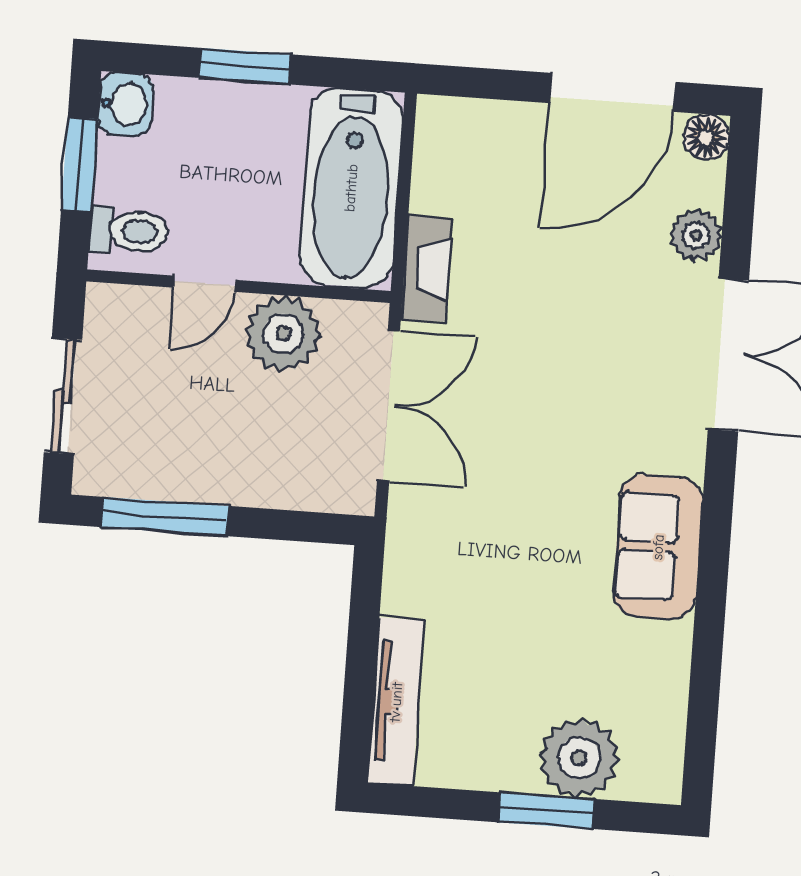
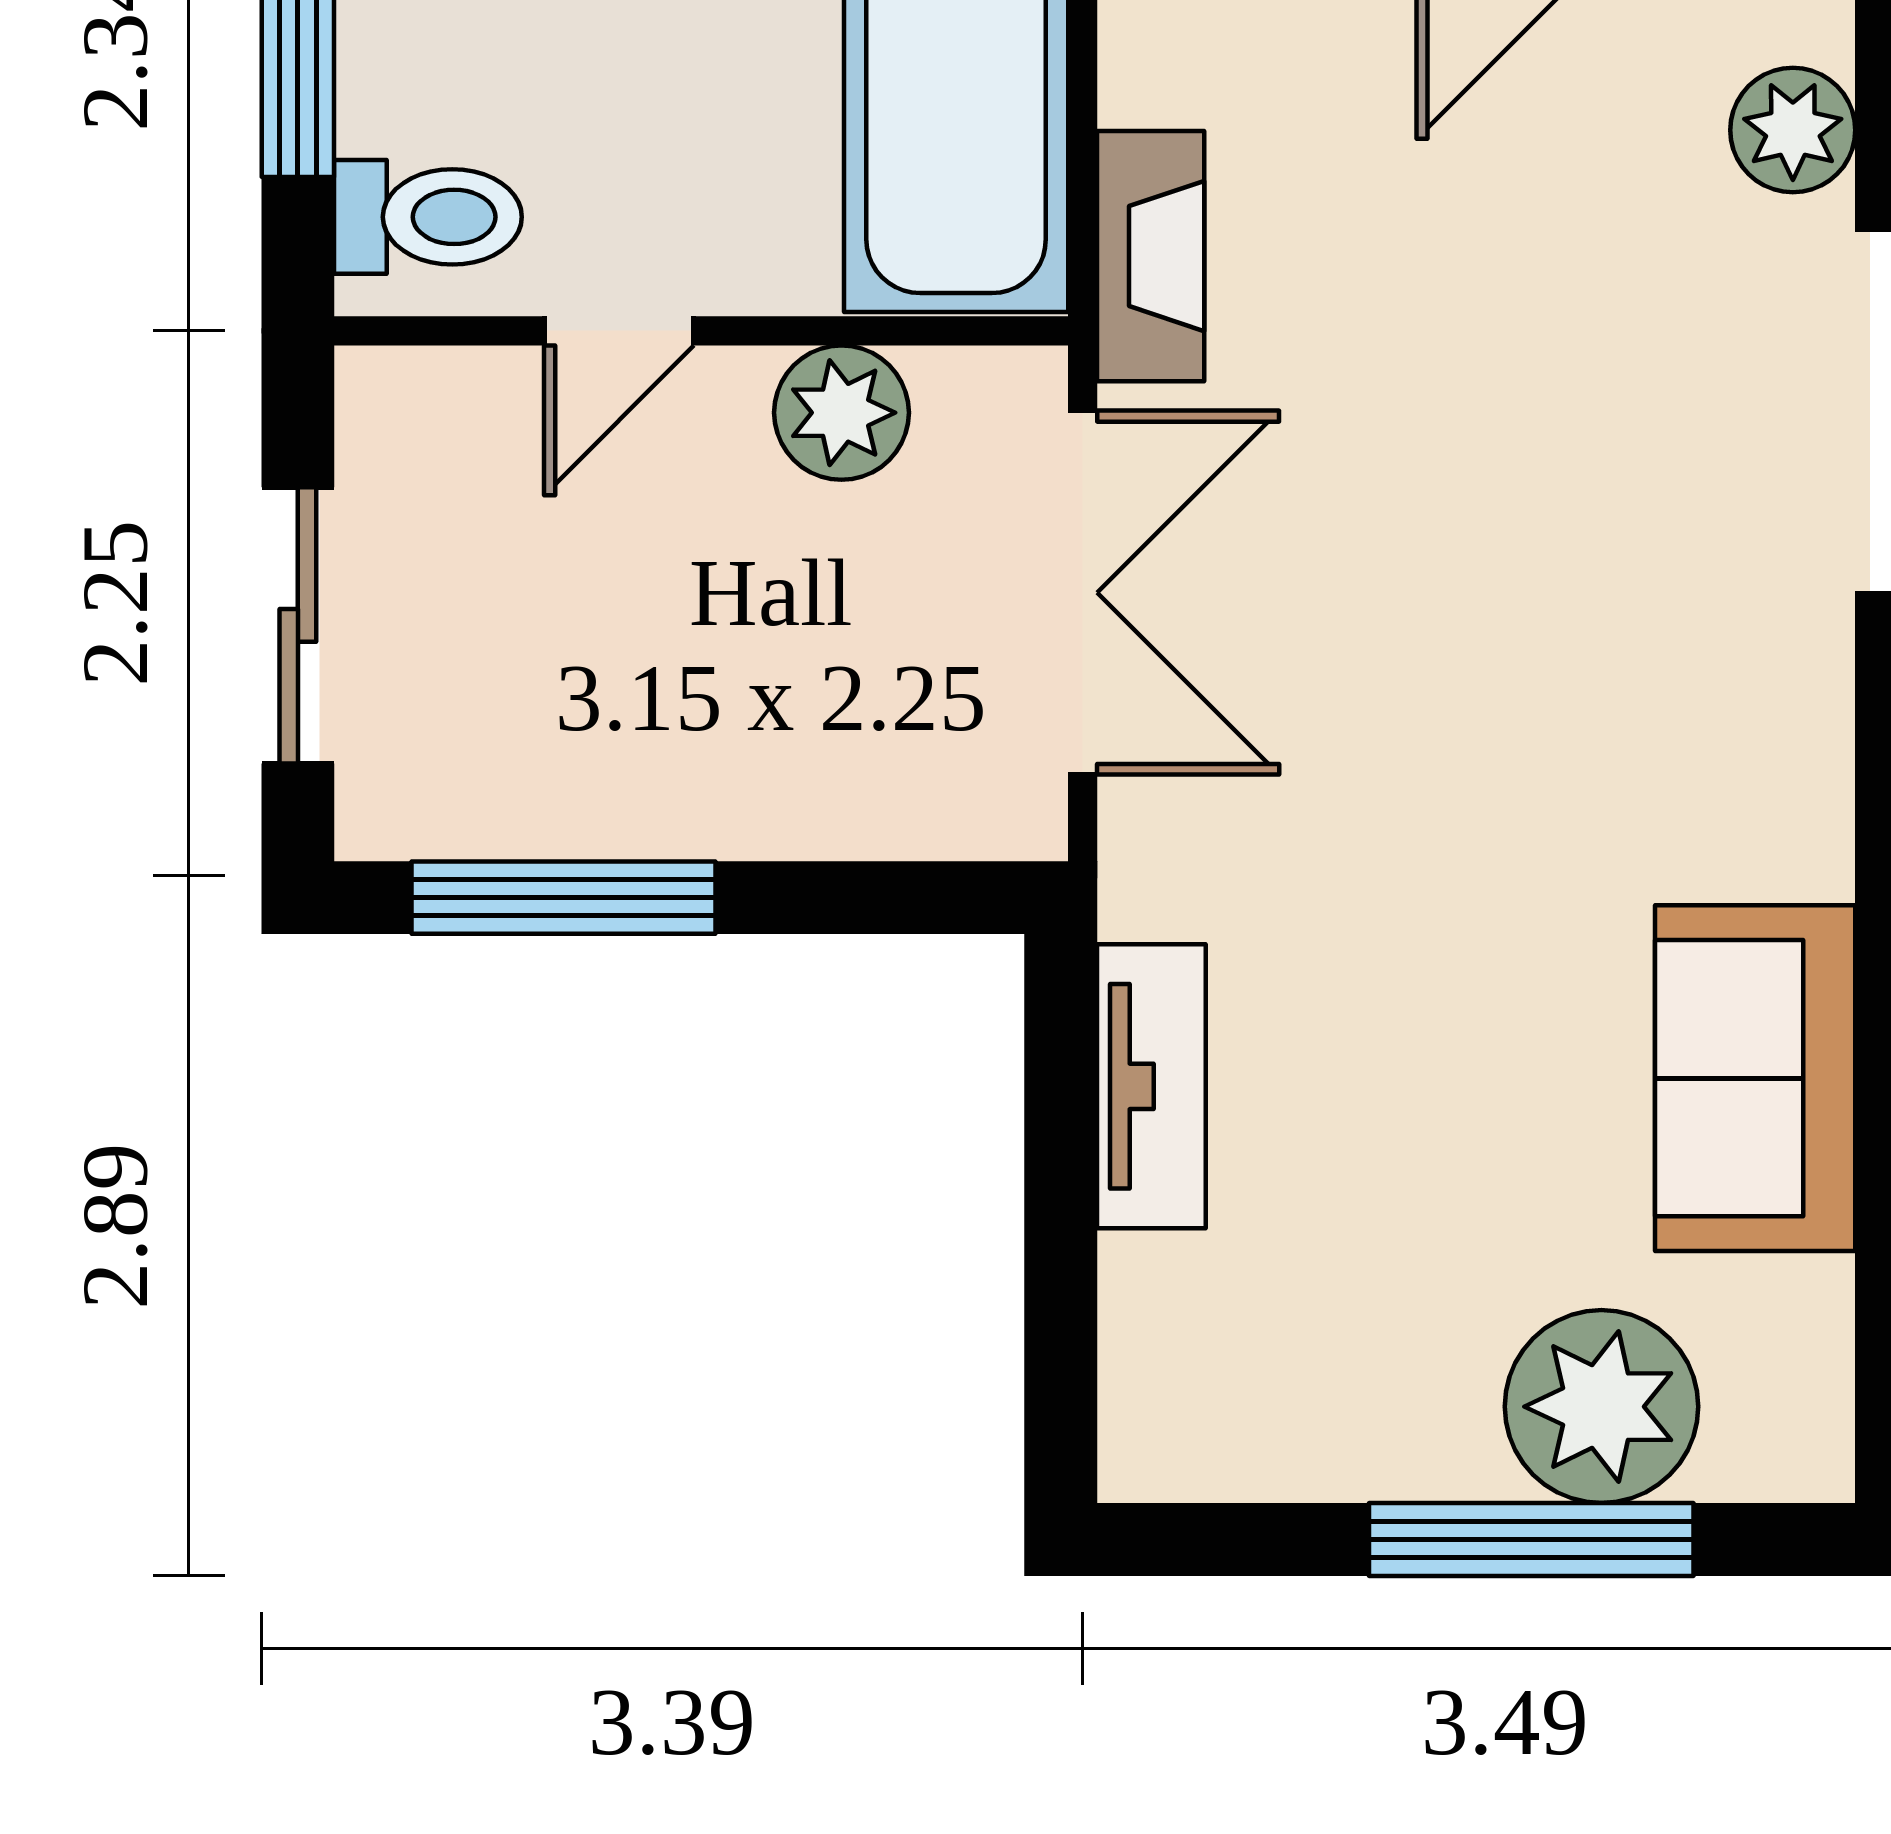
plant: (283, 334) -> (841, 413), width x0.73, depth x0.73
sofa: (658, 547) -> (1755, 1078), moved
tv unit: (396, 702) -> (1151, 1086), moved, width x0.71
window: (546, 811) -> (1531, 1539), width x1.44

